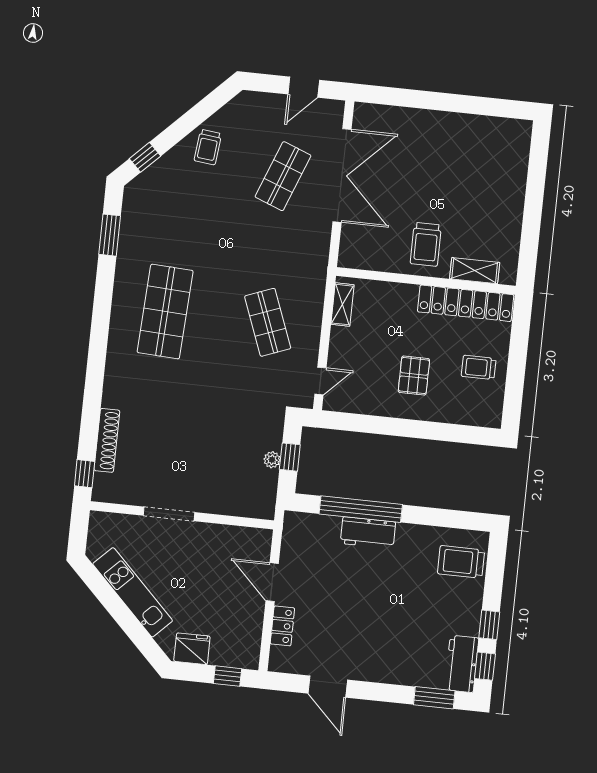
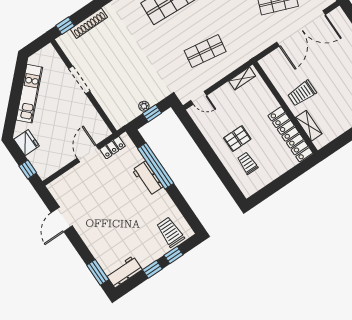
shop shelf: (268, 322) -> (205, 51), turned 30
trolley: (479, 367) -> (247, 163), moved
locker: (282, 626) -> (113, 148), moved
window: (485, 666) -> (173, 255), moved

